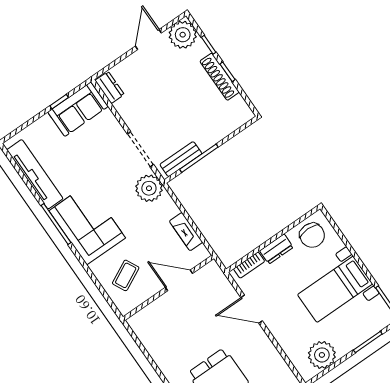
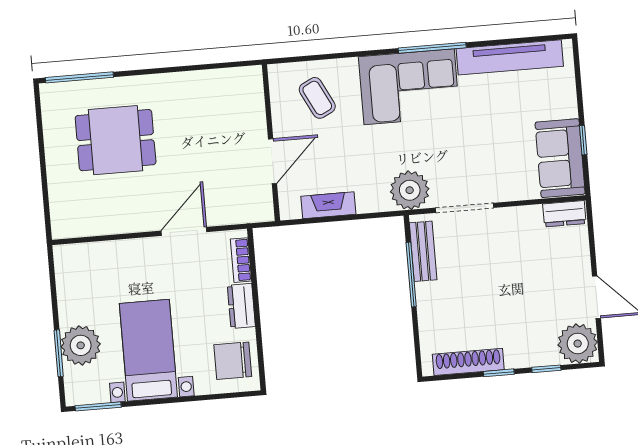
shoe rack: (220, 77) -> (468, 362), moved
plant: (322, 355) -> (81, 345), moved

